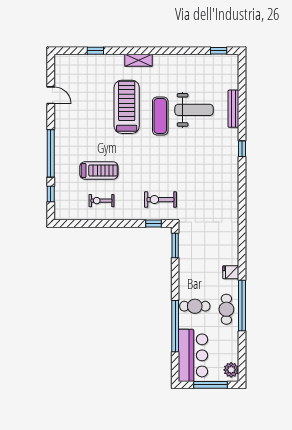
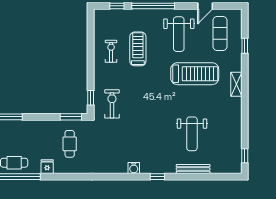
exercise mat: (160, 116) -> (220, 34), moved, turned 90
weight bench: (82, 125) -> (179, 34), added
treadmill: (99, 171) -> (138, 49), turned 180
water cooler: (232, 175) -> (134, 168), added
cafe table: (195, 306) -> (70, 144), moved

